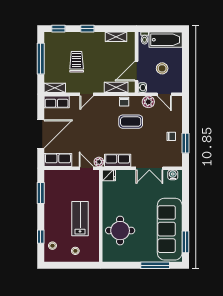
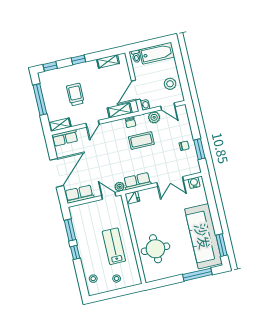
stool: (162, 68) -> (170, 84), moved
window: (41, 237) -> (75, 252), moved

